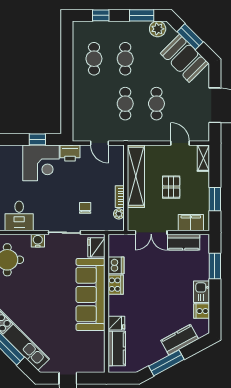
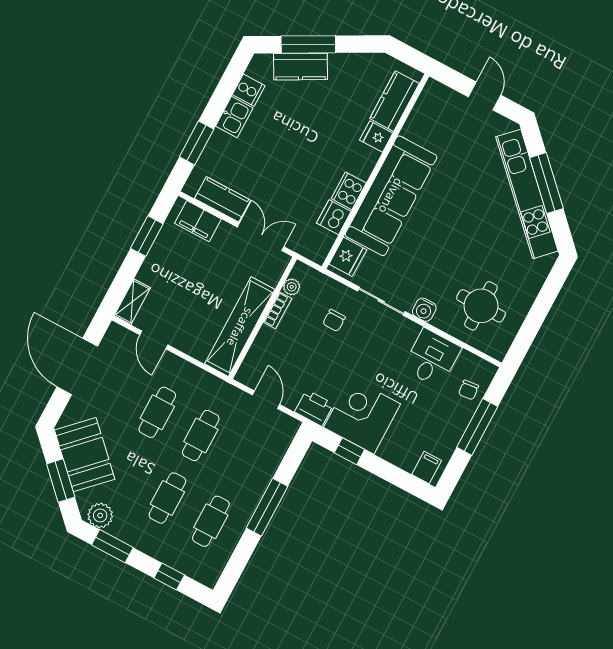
window: (67, 83) -> (267, 507), added
pallet: (171, 187) -> (199, 285), removed
window: (166, 363) -> (308, 44), moved

